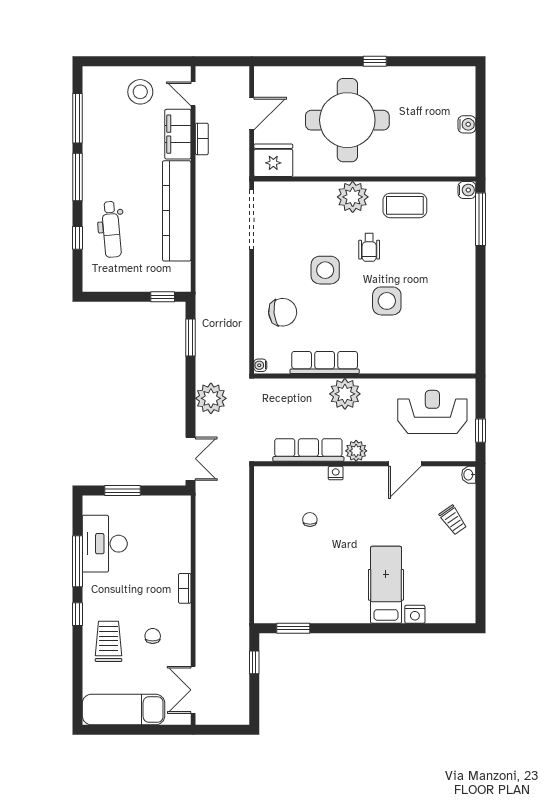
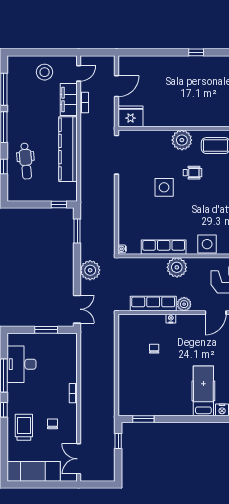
door: (193, 94) -> (79, 73), swing flipped
round table: (347, 120) -> (178, 90), removed
wheelchair: (369, 247) -> (192, 173), turned -90
side table: (387, 301) -> (207, 244), moved
chair: (283, 312) -> (137, 215), removed
window: (123, 491) -> (46, 330), moved

